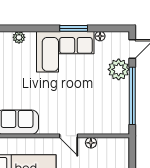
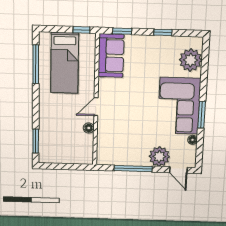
plant: (19, 37) -> (191, 60), width x1.87, depth x1.87
window: (132, 96) -> (133, 169), width x0.68

